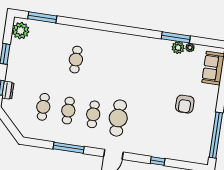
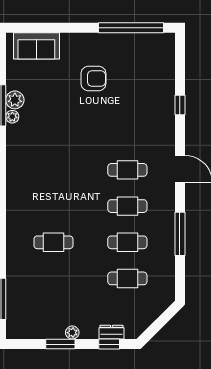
plant: (21, 31) -> (72, 333), moved, width x0.53, depth x0.53
plant: (190, 48) -> (12, 117), moved
cafe table: (118, 118) -> (127, 170), width x0.73, depth x0.74

